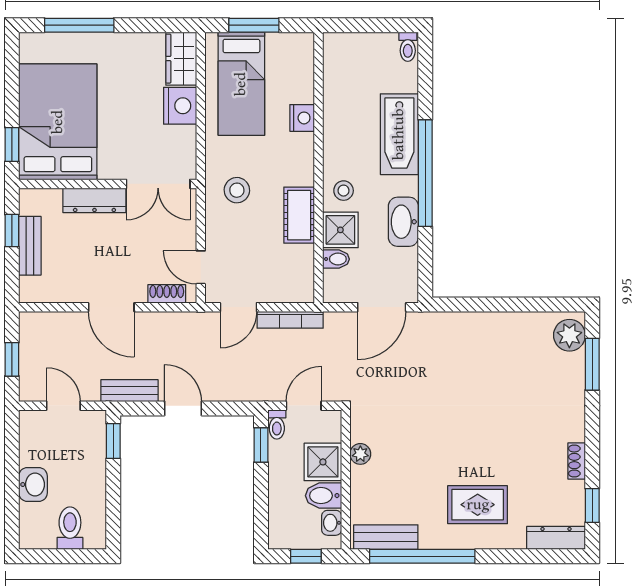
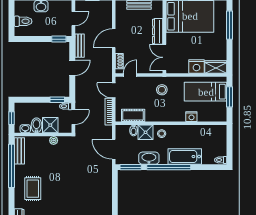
cot: (299, 215) -> (133, 115), moved
window: (425, 266) -> (131, 167), added
door: (304, 406) -> (73, 117), hinge flipped

